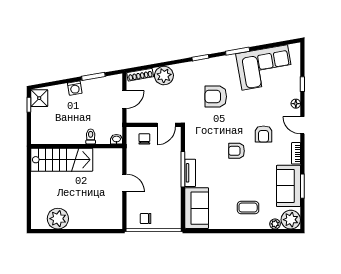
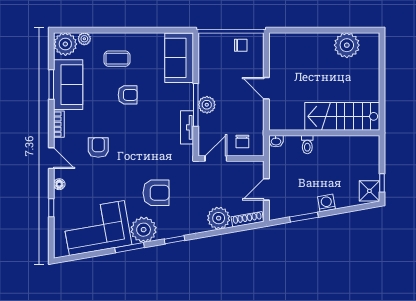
plant: (226, 66) -> (144, 230), added
armchair: (237, 151) -> (128, 95), moved
plant: (174, 169) -> (207, 105), added
tv unit: (190, 173) -> (187, 127), moved

